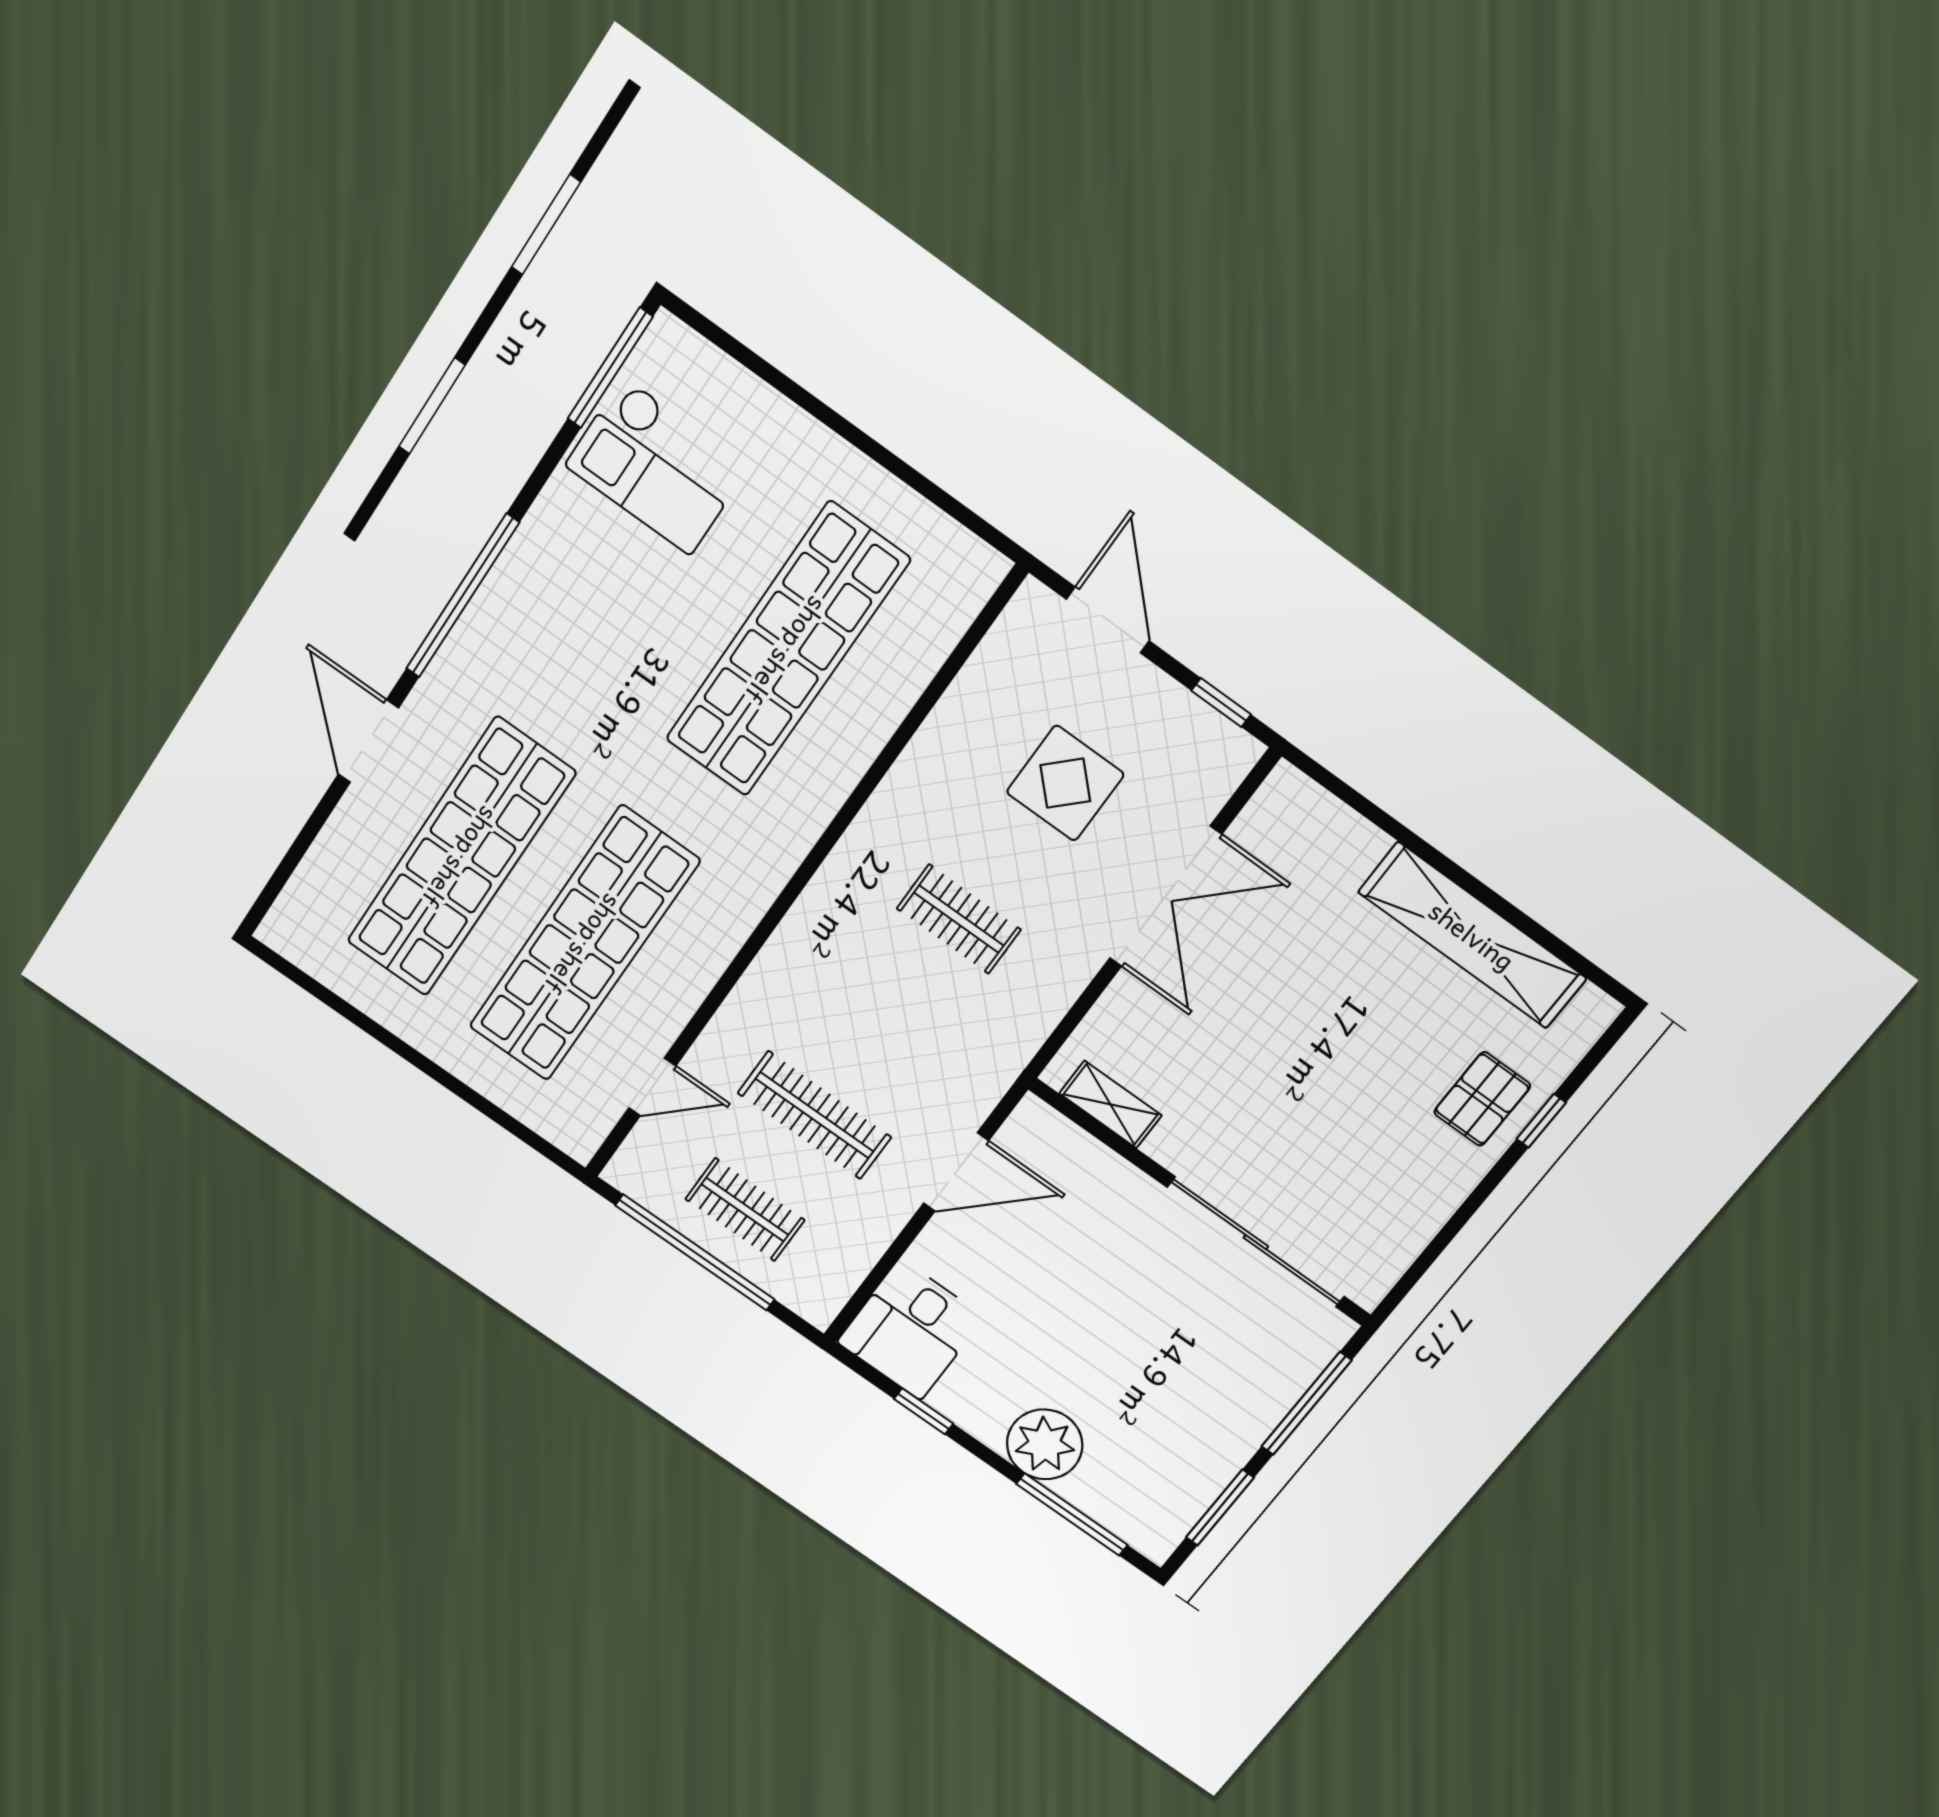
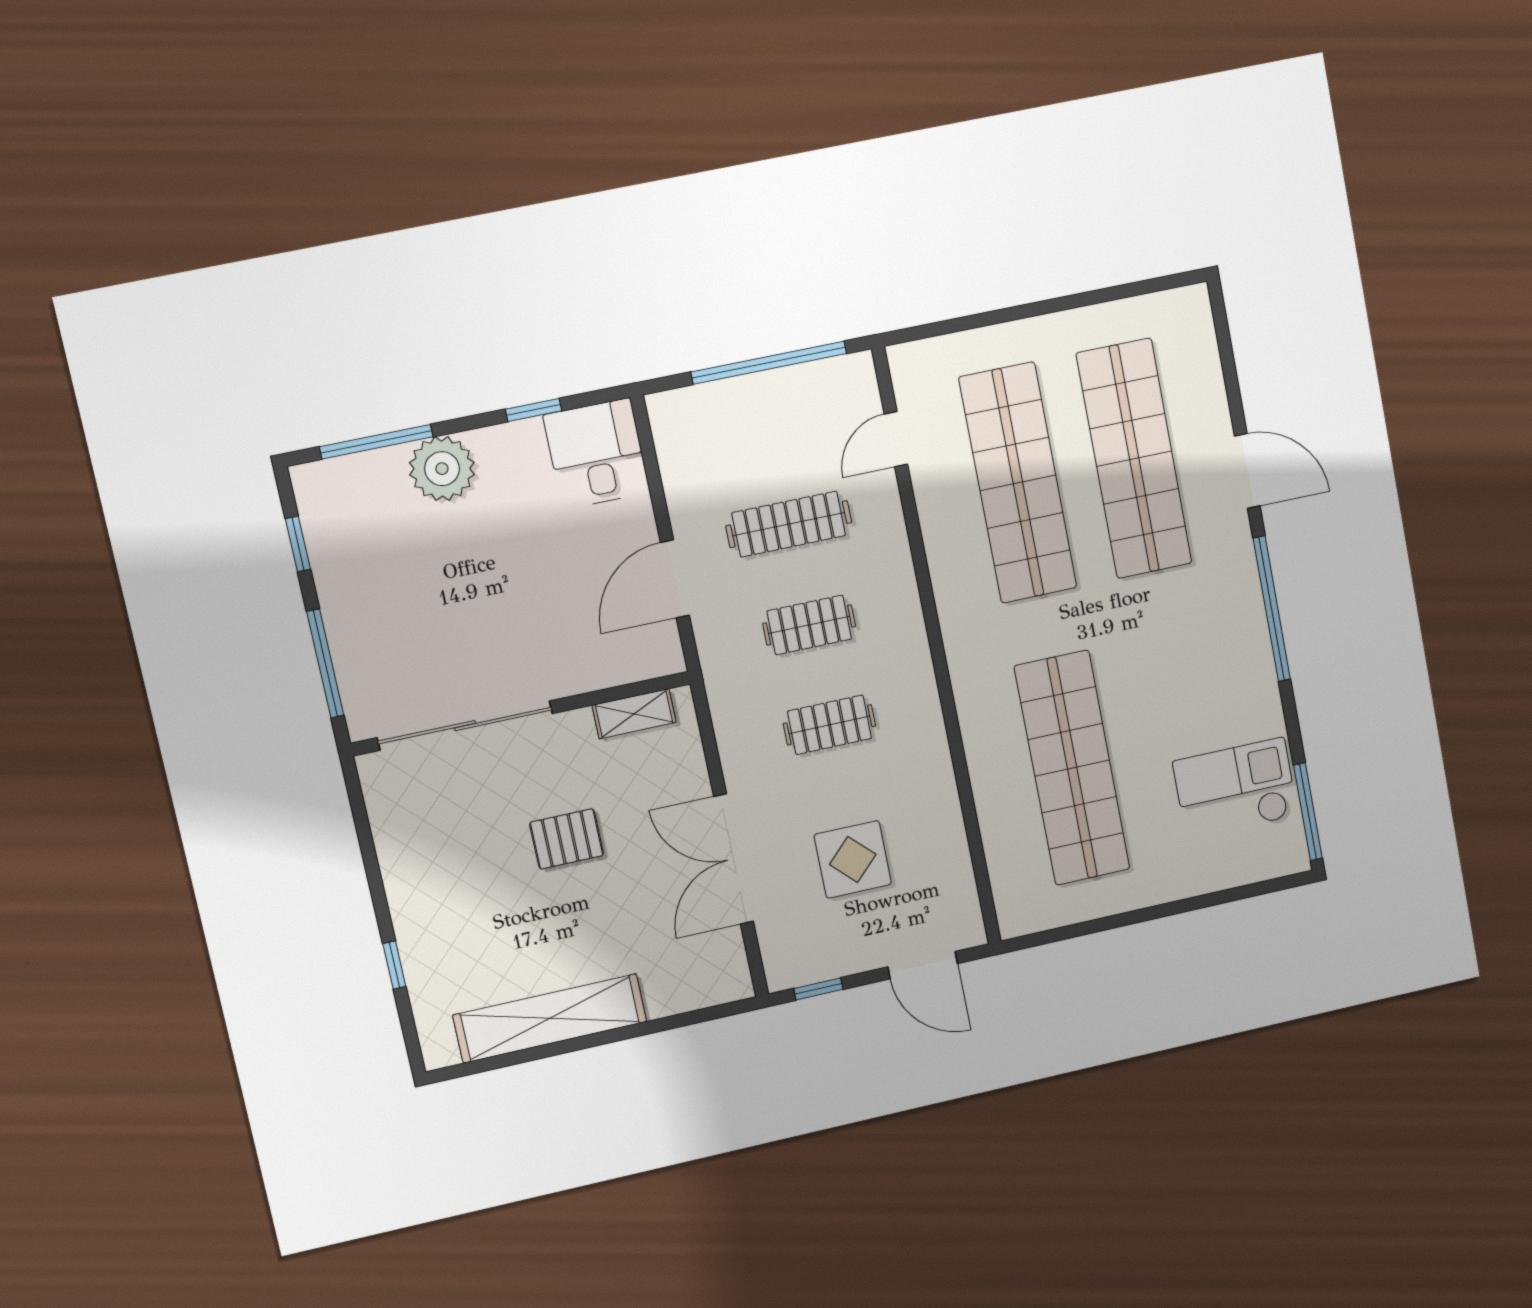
pallet: (1482, 1099) -> (567, 839), moved, turned 90
clothes rail: (745, 1210) -> (809, 625), moved
window: (1220, 1508) -> (298, 544), width x0.67

